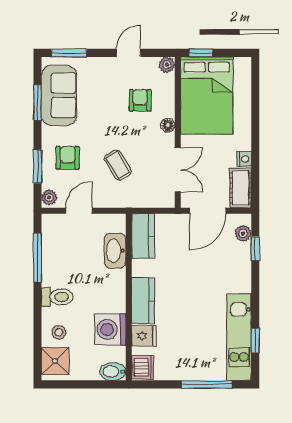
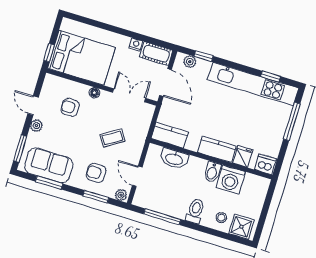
plant: (167, 65) -> (36, 126), moved
kitchen unit: (239, 337) -> (253, 84), width x1.36
bidet: (113, 372) -> (212, 172), moved

